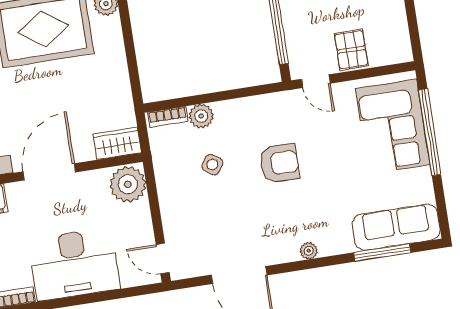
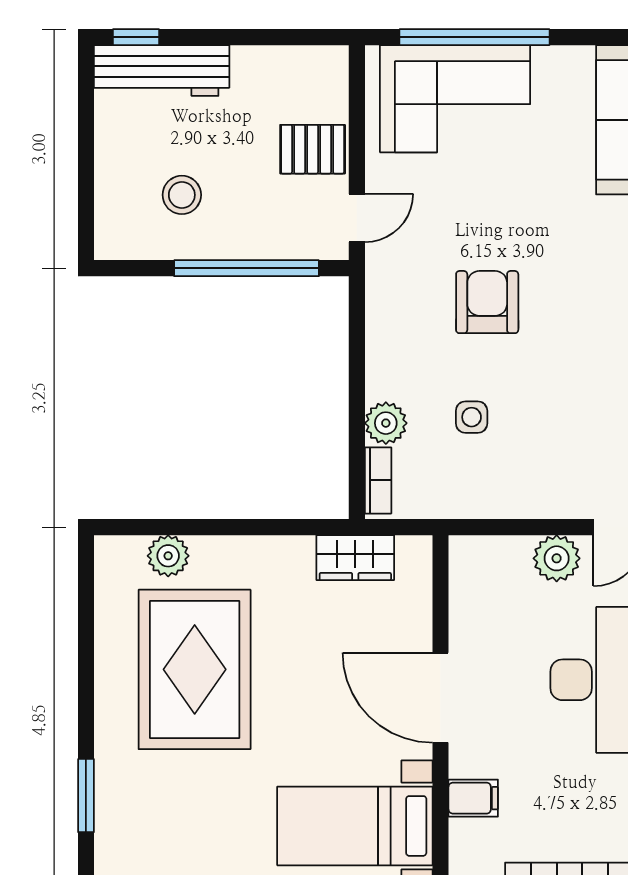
wardrobe: (117, 143) -> (355, 558), moved, turned -90
side table: (212, 165) -> (472, 417), turned -37
plant: (128, 184) -> (557, 558), moved, width x0.73, depth x0.73

